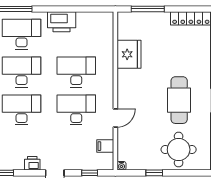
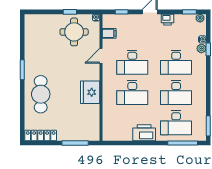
fridge: (129, 54) -> (90, 92), moved
cafe table: (179, 100) -> (41, 94), moved
round table: (179, 150) -> (74, 32), moved

